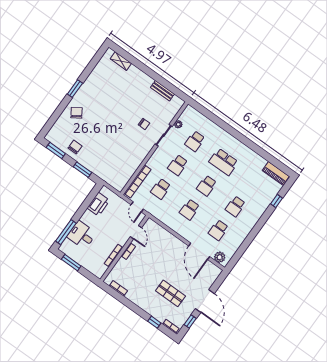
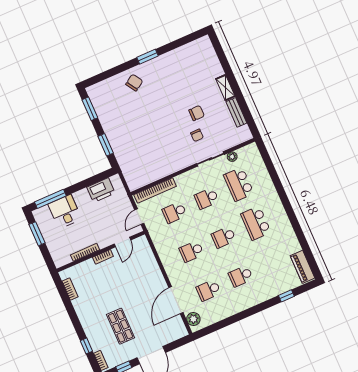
shelving: (121, 61) -> (225, 88), moved
school desk: (195, 141) -> (239, 184), width x1.85
chair: (75, 147) -> (197, 113), moved

